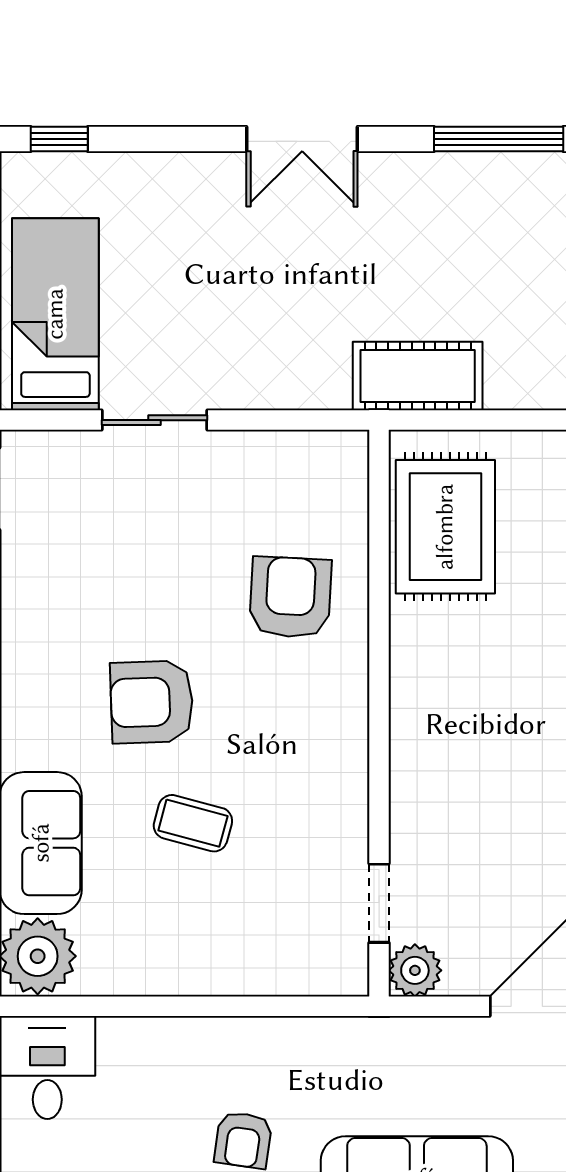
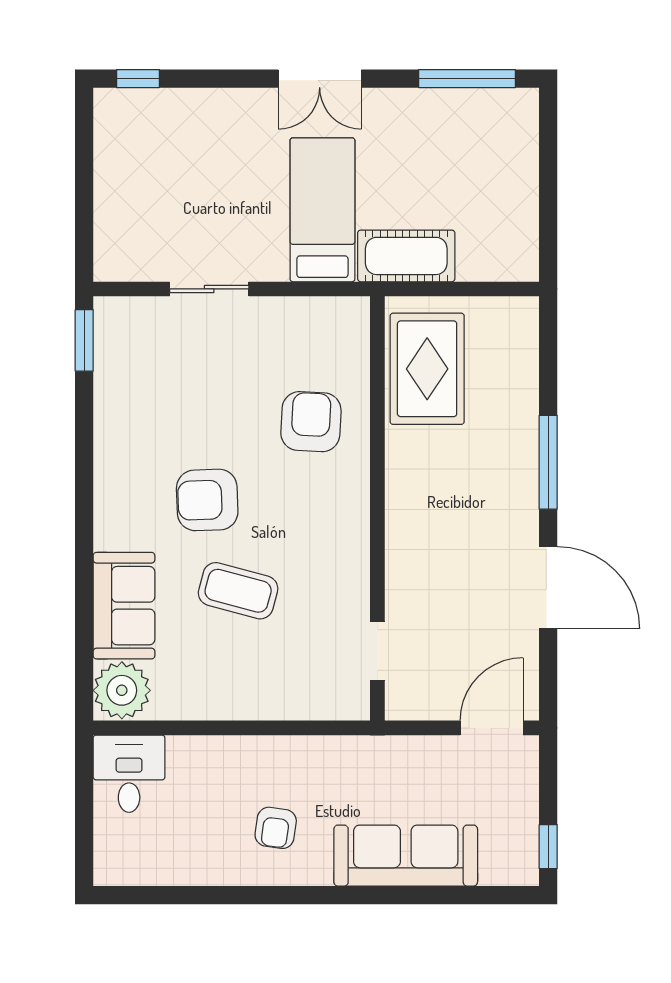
bed: (55, 314) -> (322, 210), moved
coffee table: (193, 823) -> (238, 591), width x1.36, depth x1.30
plant: (415, 970) -> (404, 701), removed

